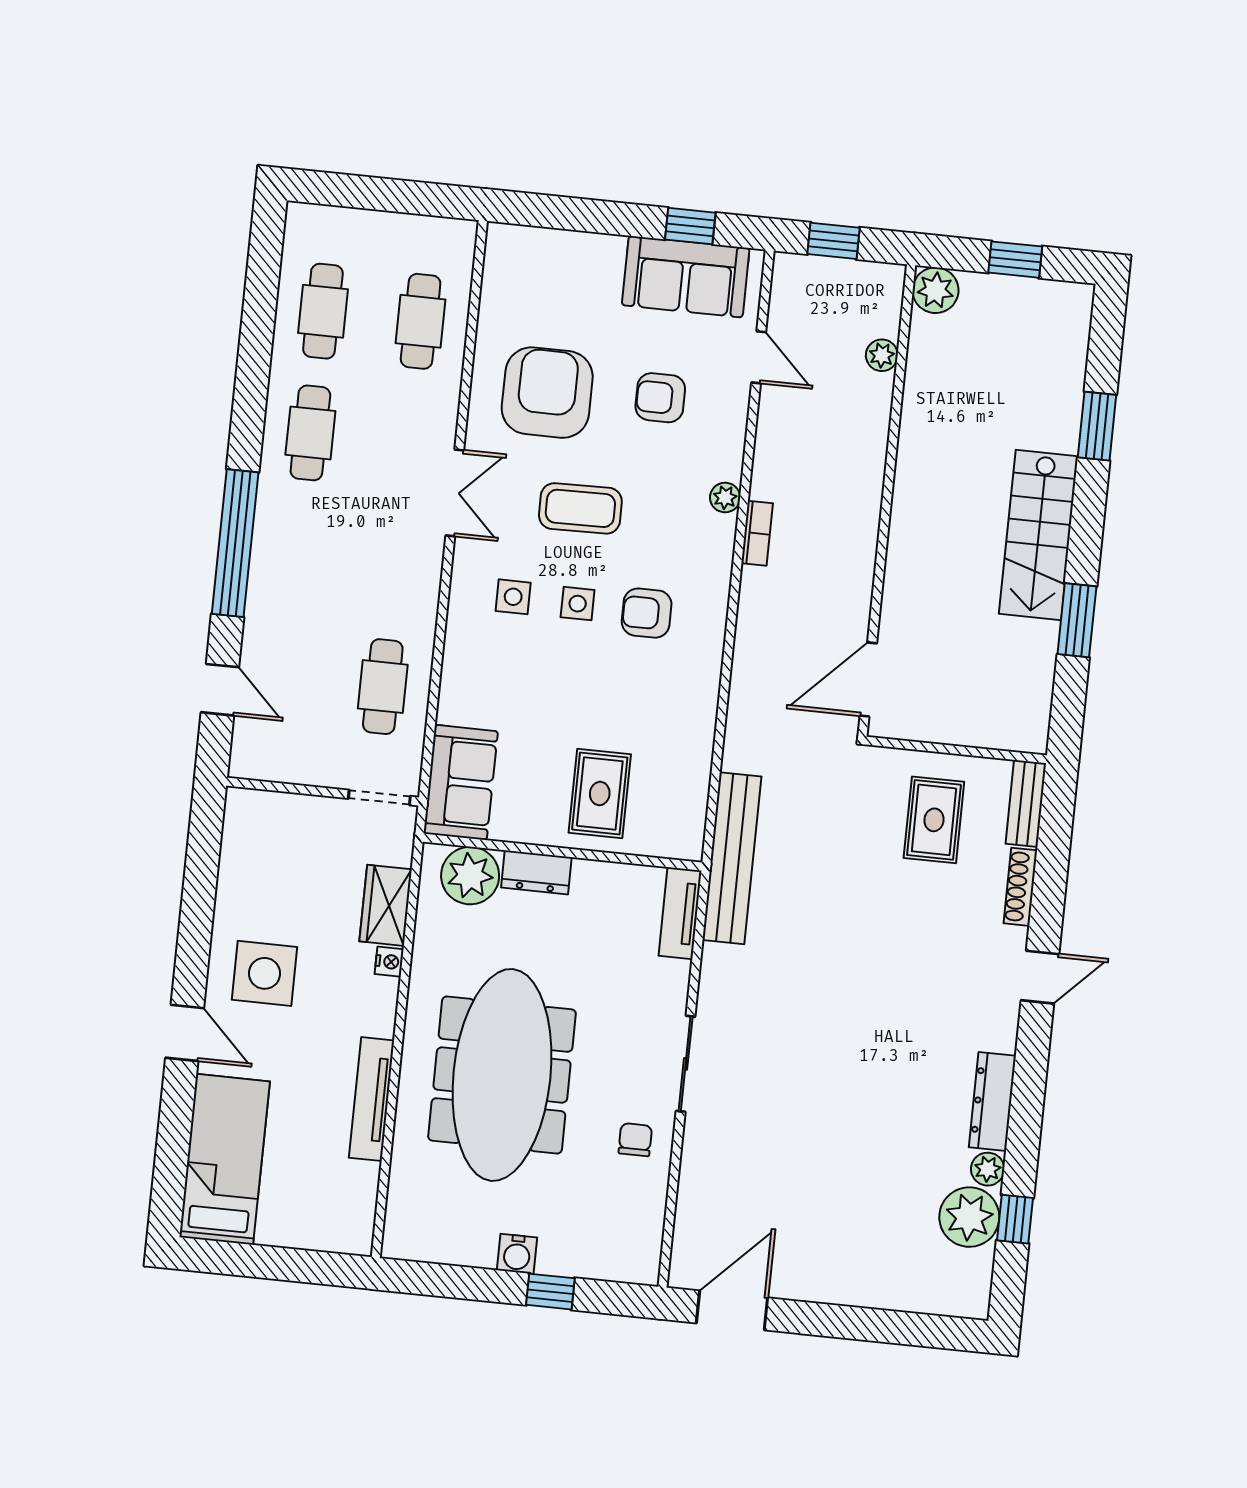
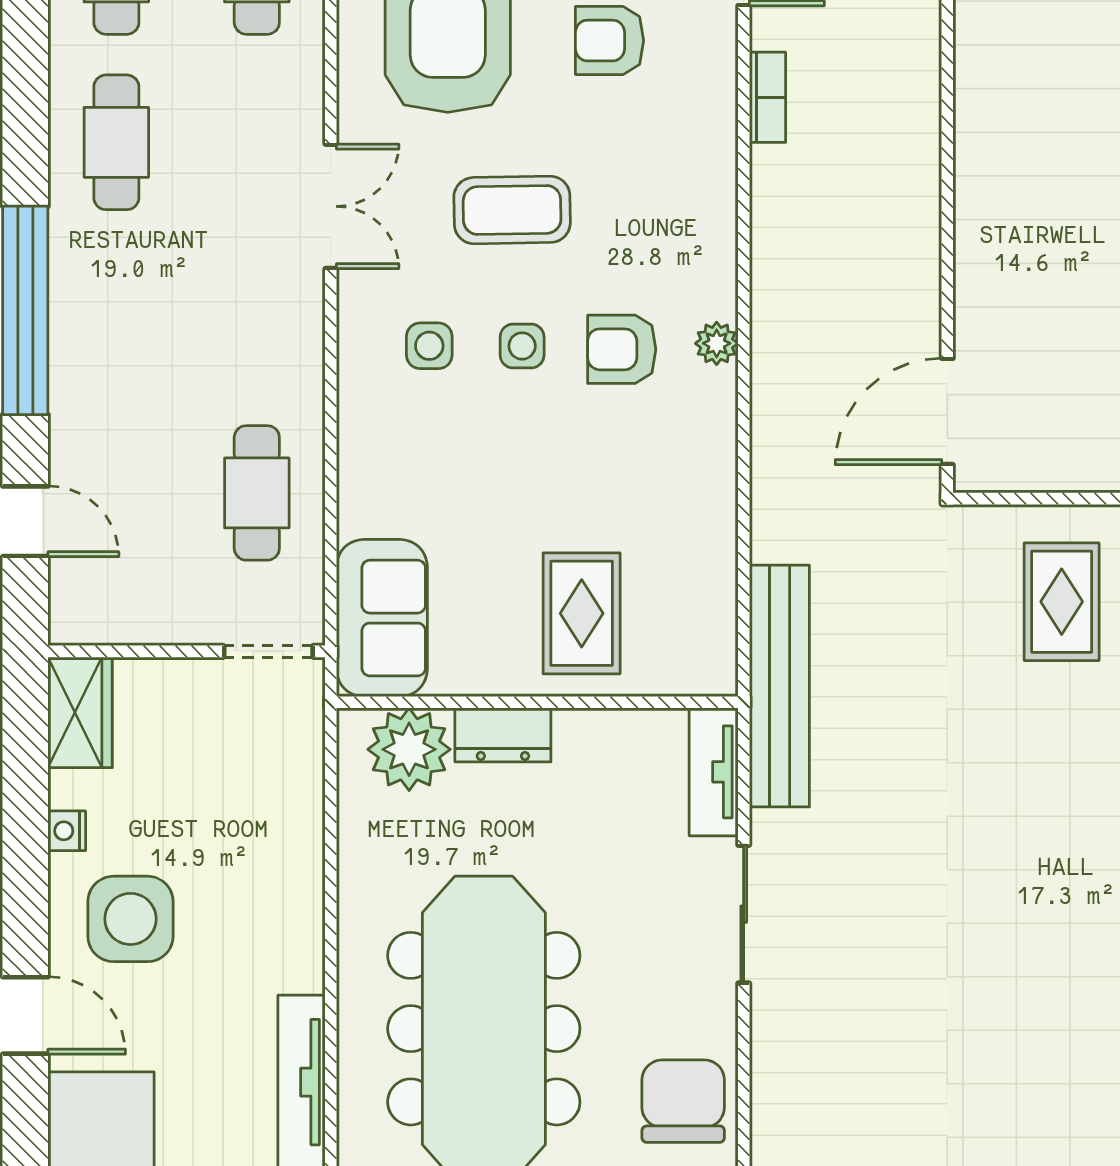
plant: (725, 498) -> (717, 343), moved
bookcase: (757, 533) -> (767, 97), moved
wardrobe: (386, 905) -> (80, 712), moved, turned 180
nightstand: (389, 962) -> (67, 831), moved, turned 180
sliding door: (686, 1064) -> (744, 914), moved
chair: (635, 1140) -> (683, 1101), width x1.87, depth x1.87

